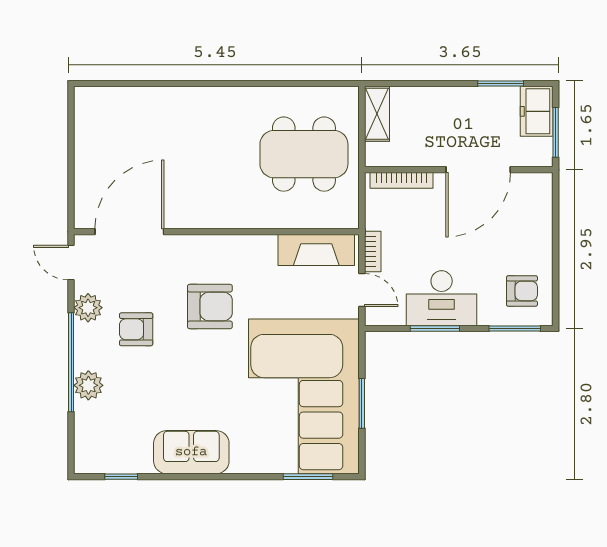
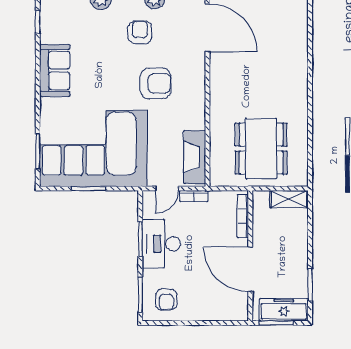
freezer: (537, 111) -> (284, 310), width x1.40
armchair: (210, 306) -> (156, 83), turned -90

